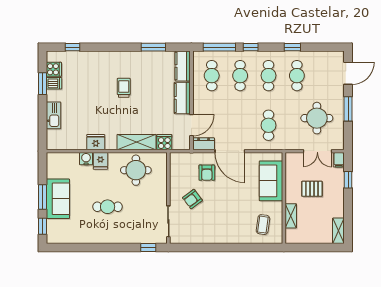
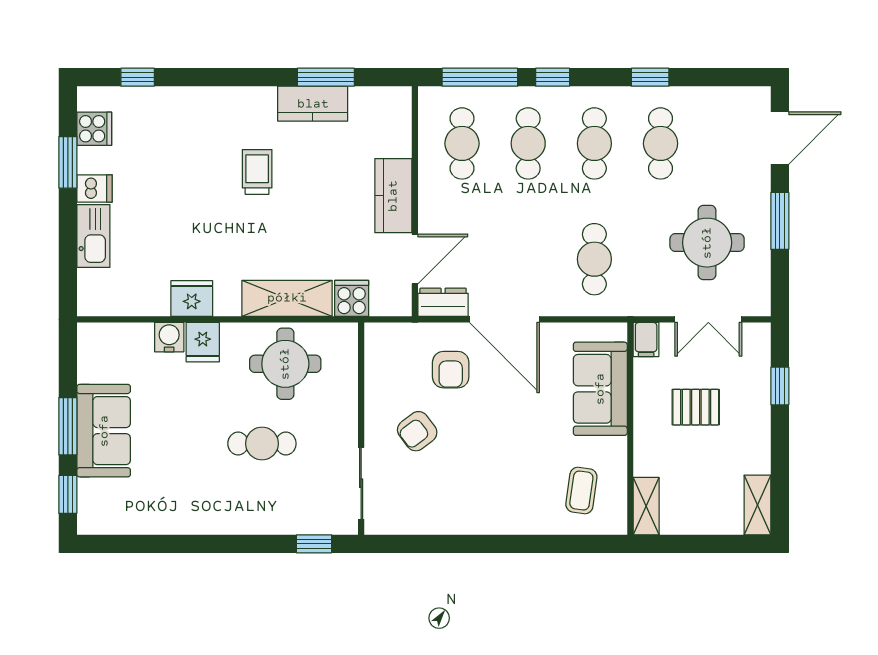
kitchen counter: (183, 66) -> (313, 104), moved, turned -90
dishwasher: (54, 83) -> (94, 188), moved
filing cabinet: (339, 160) -> (646, 340), moved
cafe table: (108, 207) -> (262, 444), moved
shelving: (291, 216) -> (646, 506), moved

